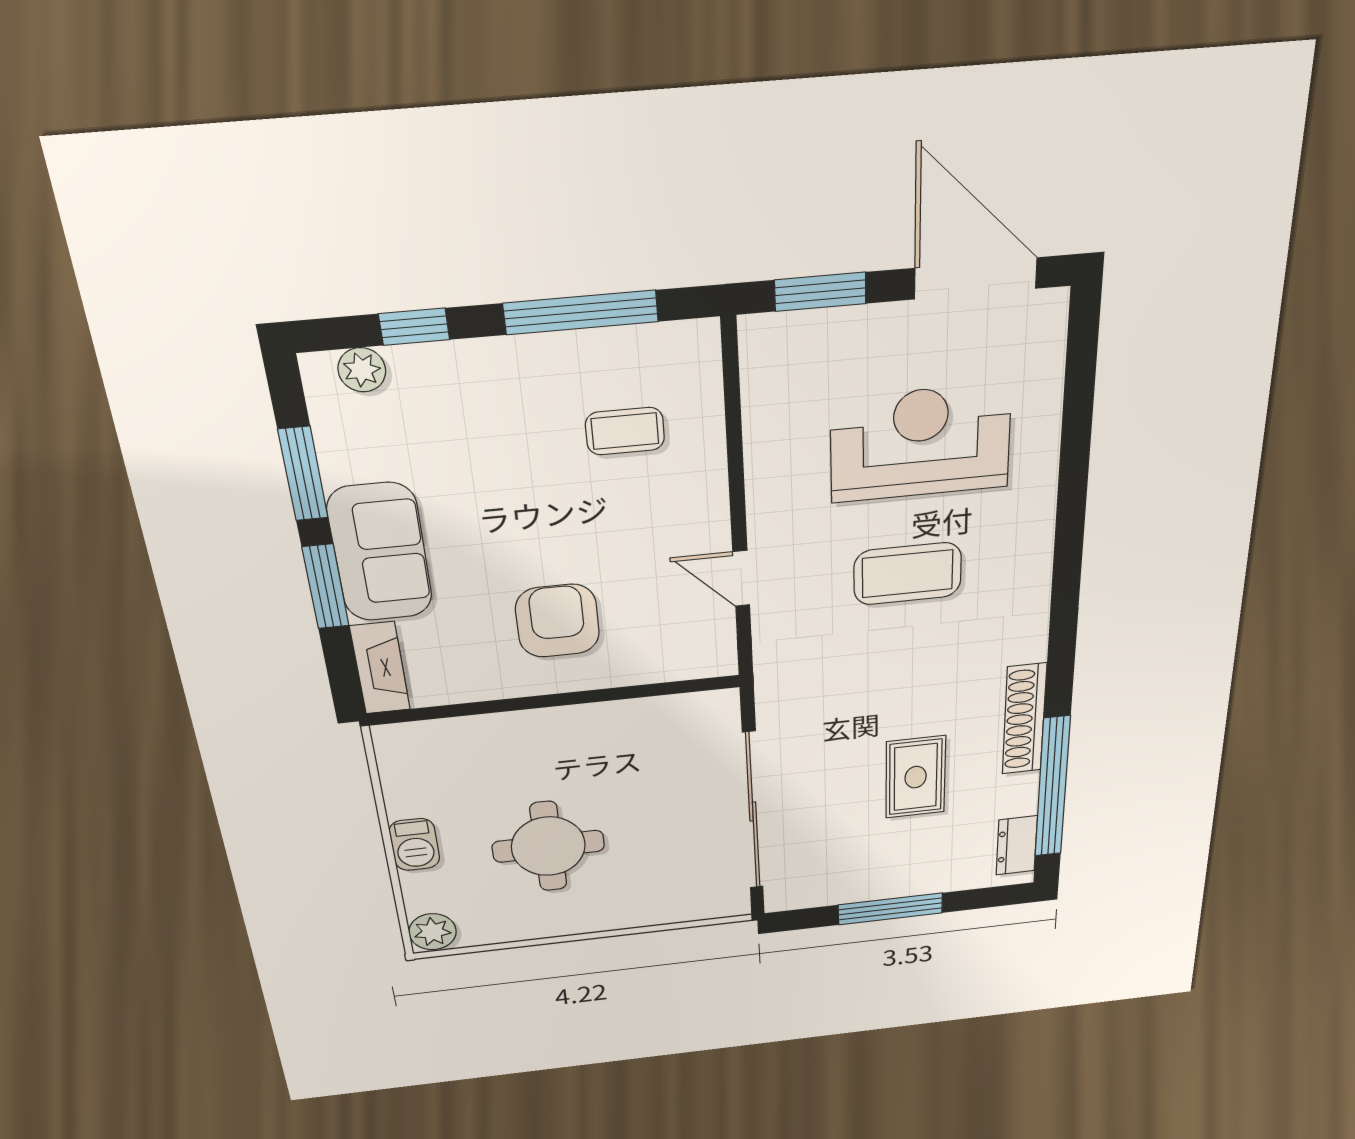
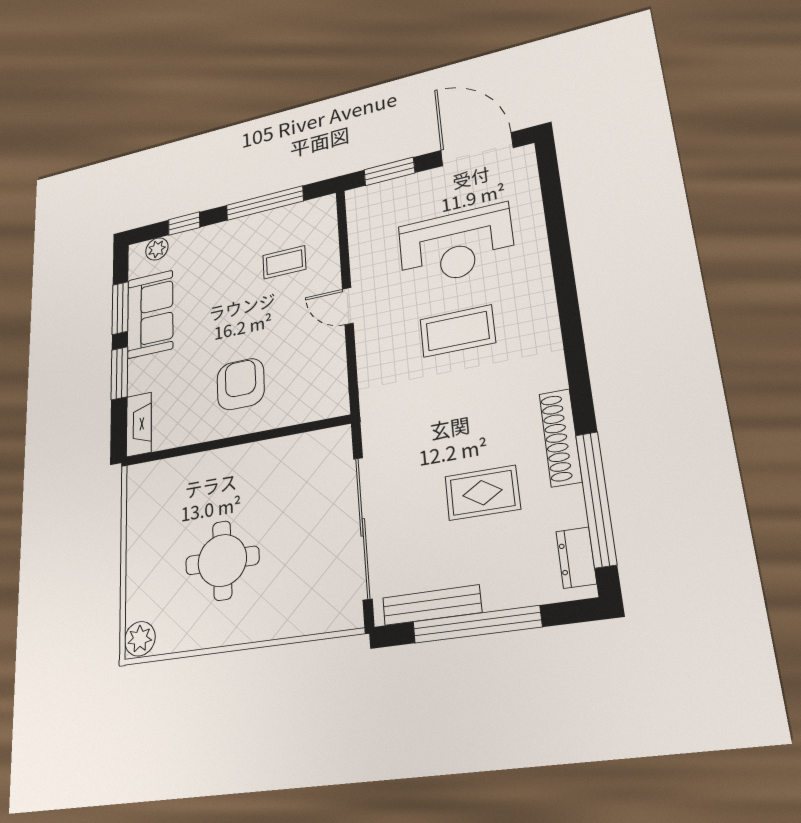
reception desk: (921, 443) -> (456, 245), turned 180
sofa: (380, 552) -> (150, 314), moved
door: (741, 578) -> (348, 306), moved
rug: (916, 777) -> (482, 493), turned 90
barbecue: (414, 844) -> (139, 559), removed
bench: (838, 892) -> (432, 605), added
window: (890, 909) -> (477, 624), width x1.46

